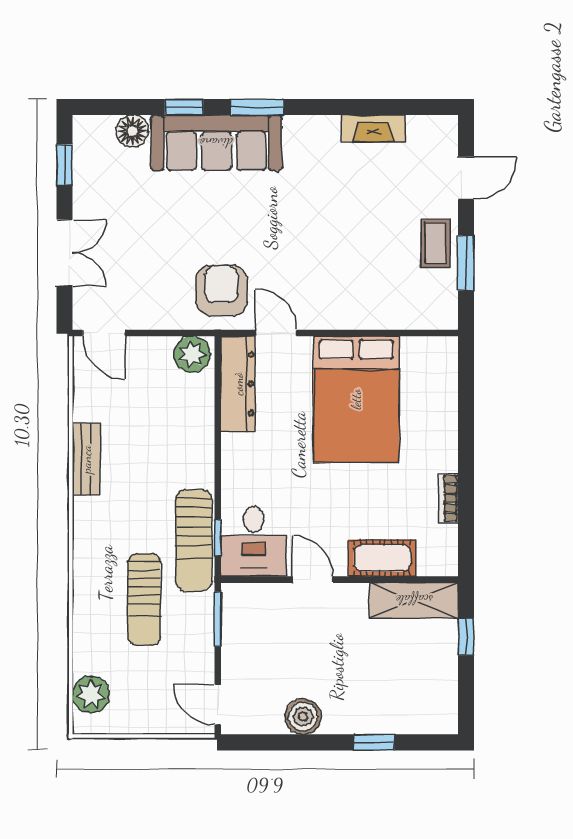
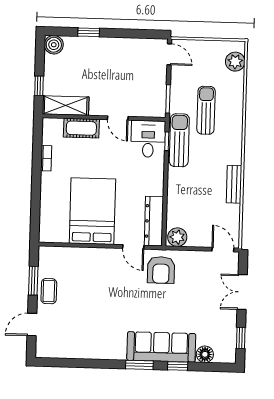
fireplace: (373, 128) -> (79, 352), removed
boiler: (303, 716) -> (54, 45), moved

